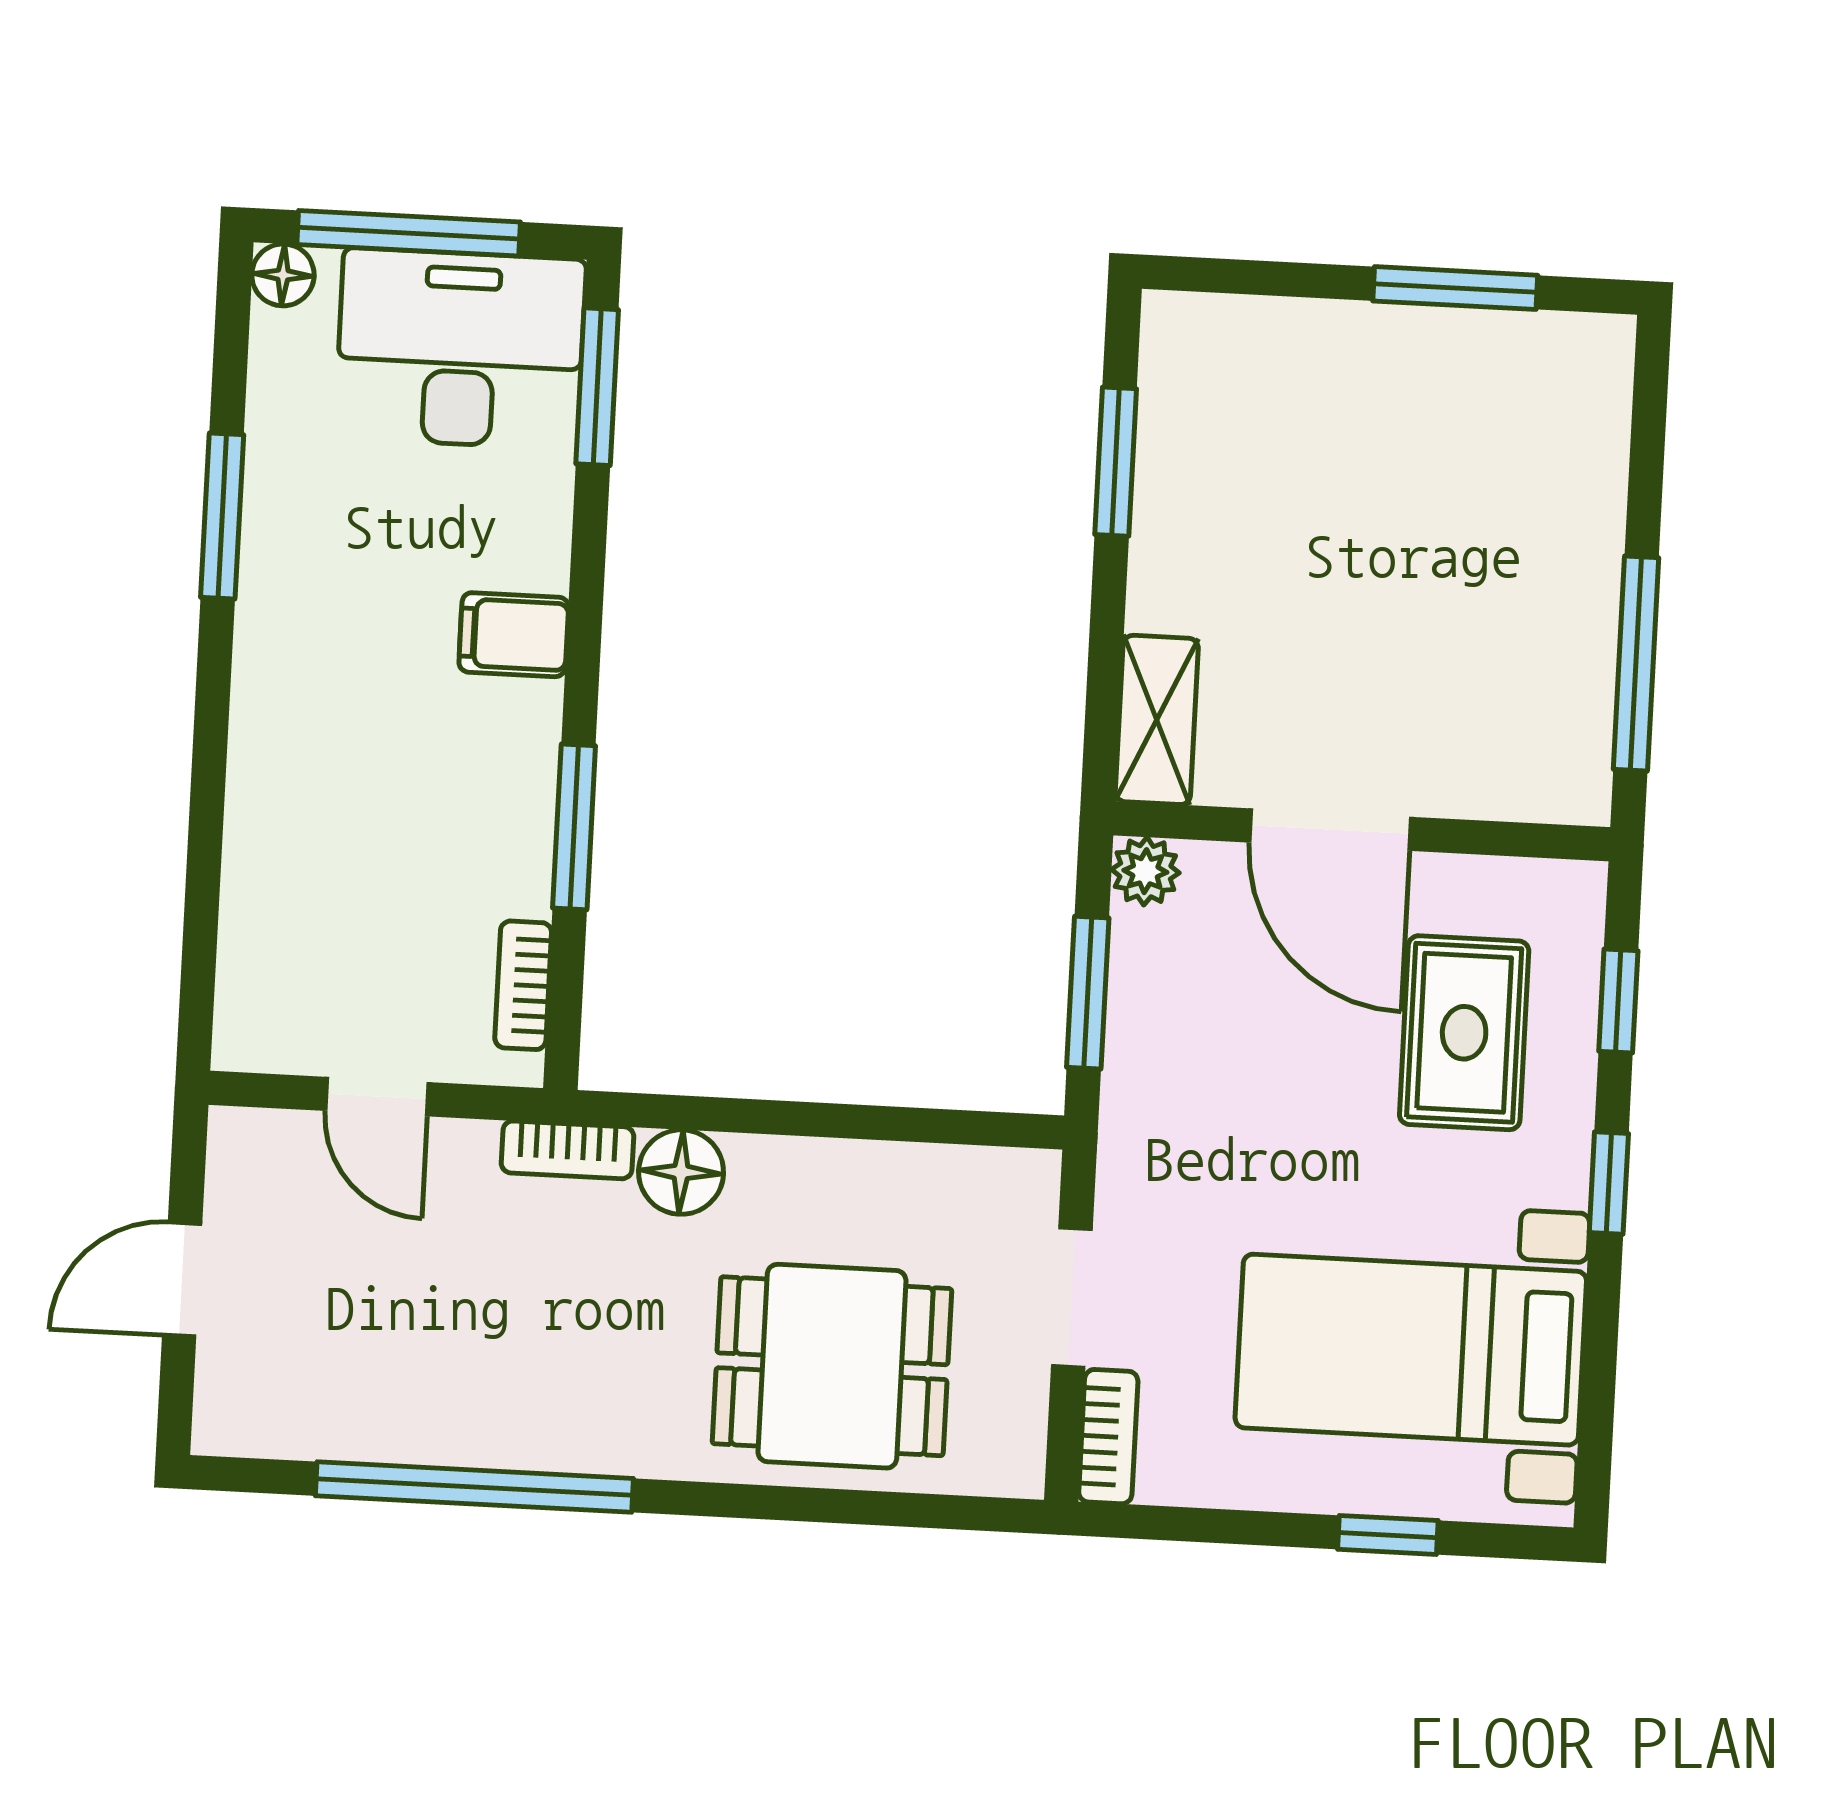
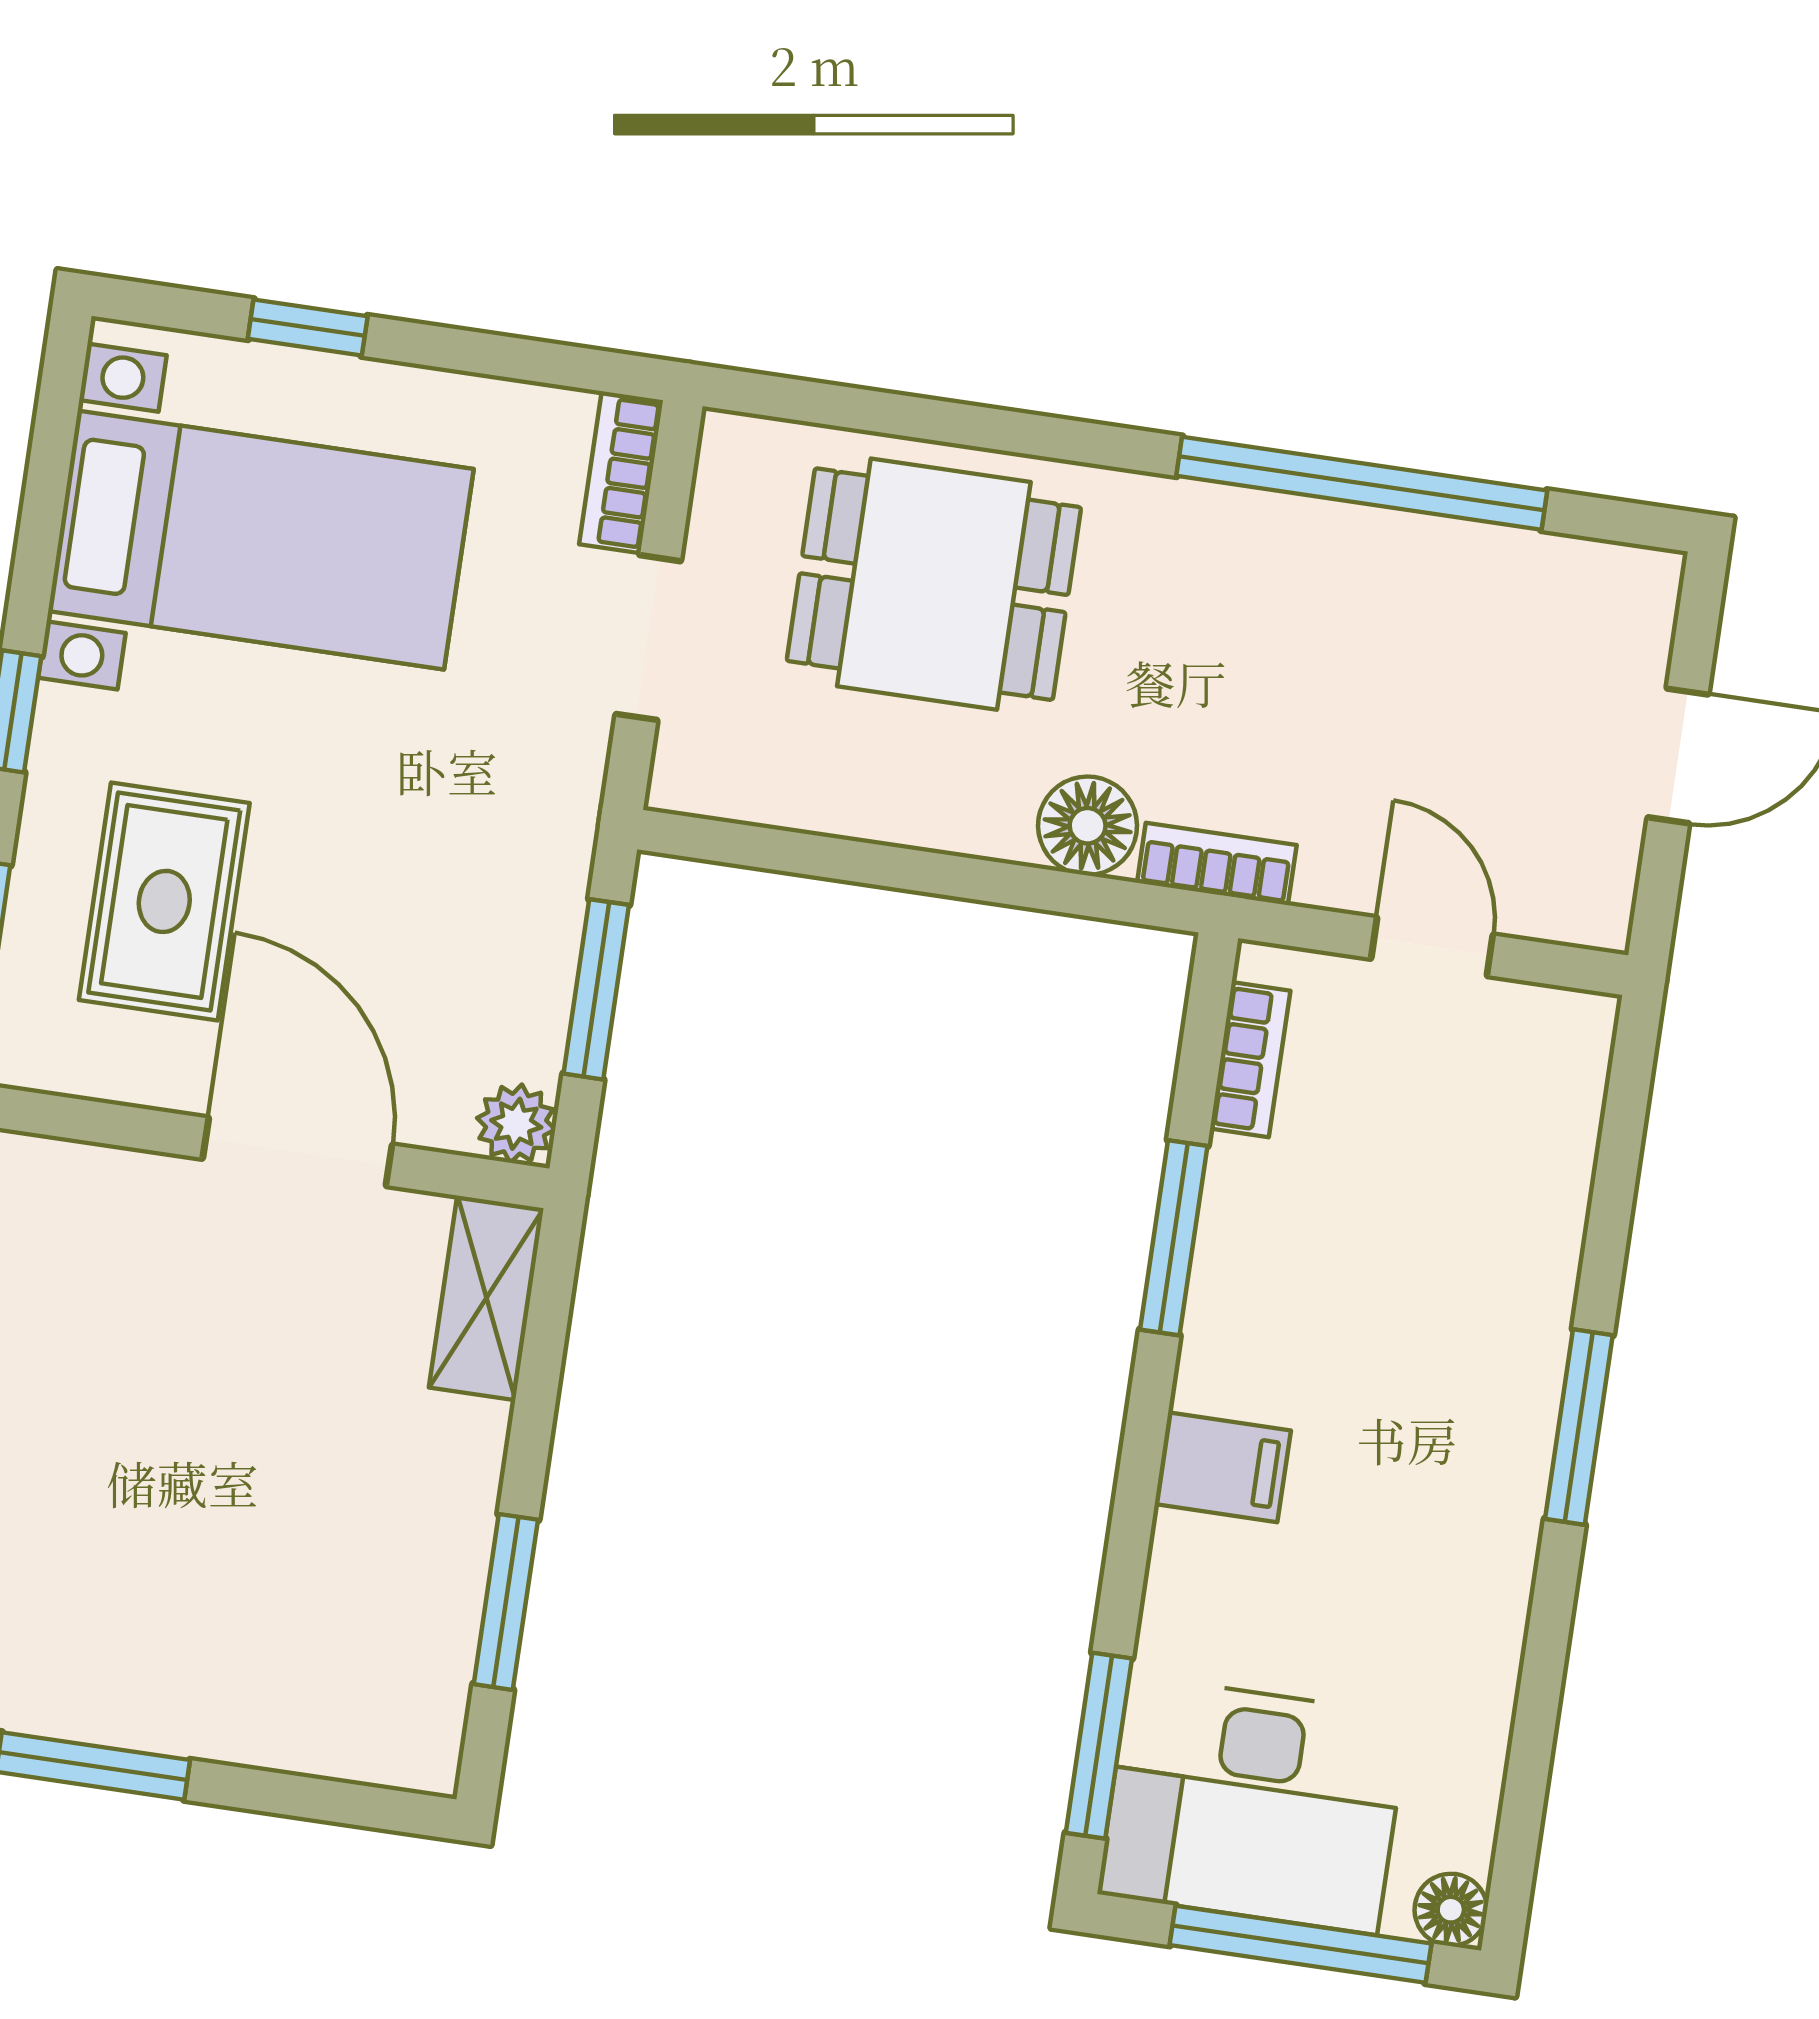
window: (222, 516) -> (1579, 1427), moved

